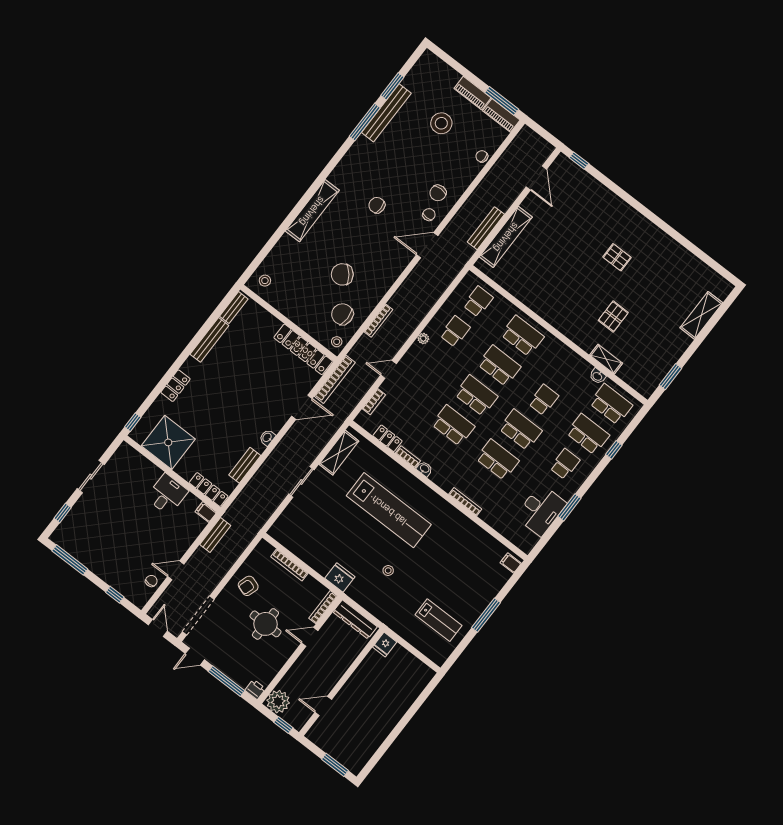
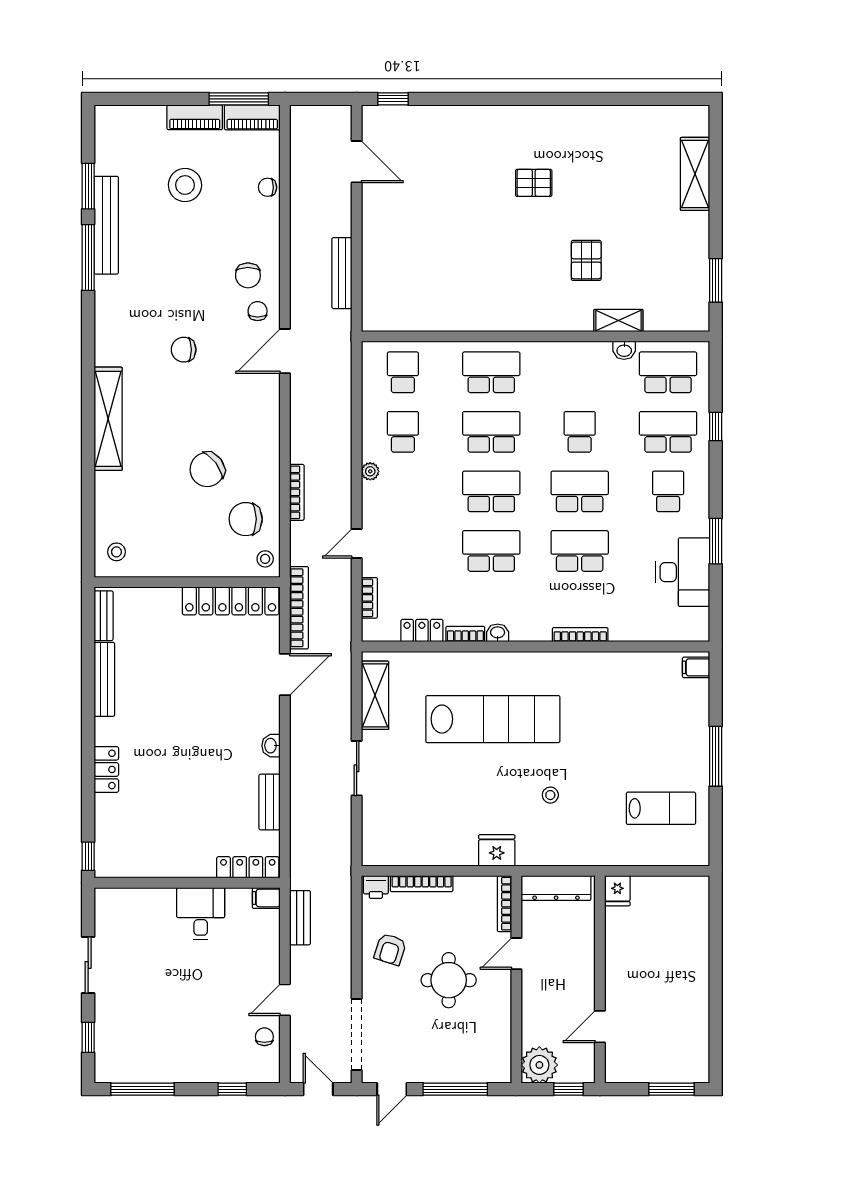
shelving: (506, 237) -> (375, 265), removed
shower: (168, 442) -> (152, 847), removed
printer: (255, 689) -> (376, 887), moved, turned 180

